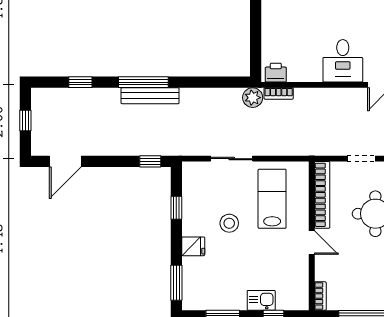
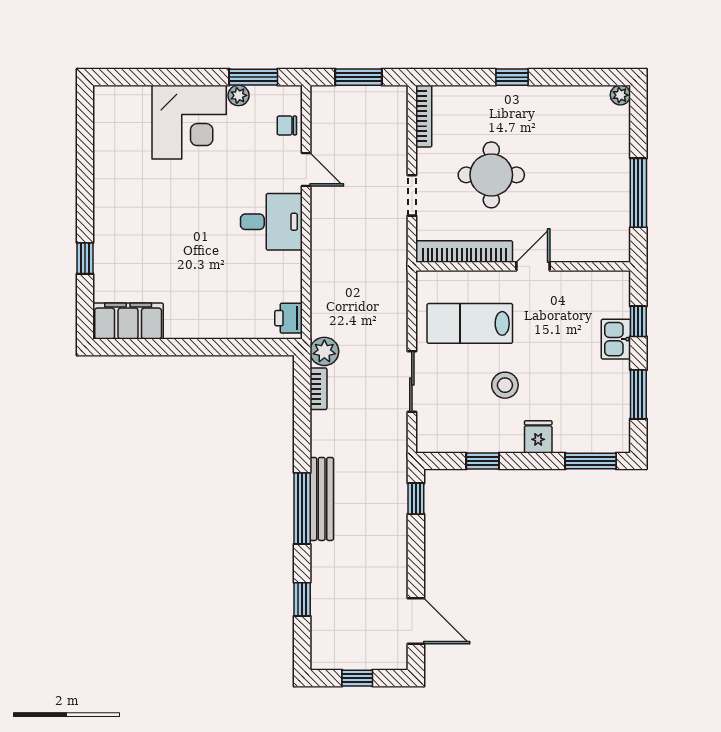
bookcase: (279, 93) -> (318, 389), moved
bookcase: (320, 296) -> (610, 254), removed

